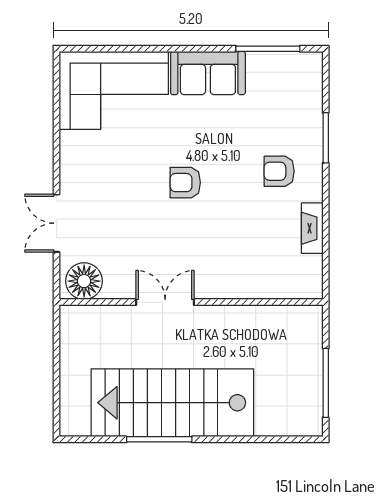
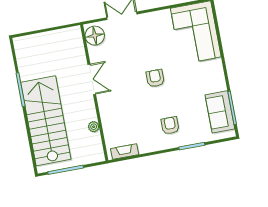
sofa: (208, 73) -> (220, 112), moved
fireplace: (312, 228) -> (125, 152), moved
plant: (255, 315) -> (94, 127), added
stairs: (172, 403) -> (46, 121), moved

